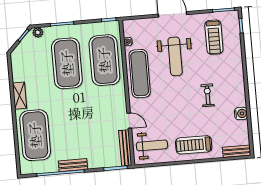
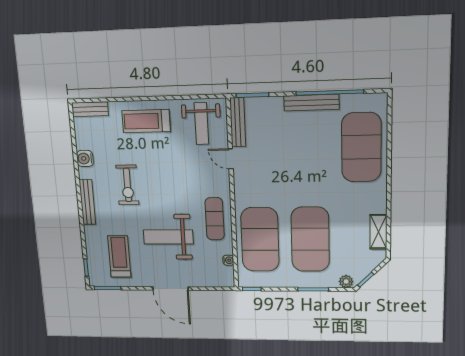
weight bench: (175, 56) -> (168, 237), turned -90
exercise mat: (140, 74) -> (215, 219), width x0.73, depth x0.69
bench: (239, 79) -> (87, 202), added
exercise bike: (208, 95) -> (127, 185), width x1.38, depth x1.39
shelving: (19, 96) -> (378, 232), moved
weight bench: (152, 145) -> (201, 124), turned -90
treadmill: (194, 145) -> (146, 121), turned 180
bench: (73, 165) -> (311, 103), width x1.36

